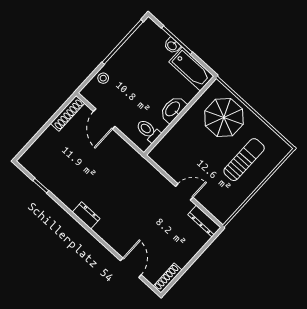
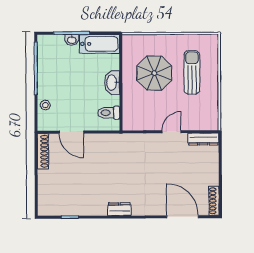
parasol: (224, 117) -> (154, 73), moved
door: (131, 268) -> (183, 217), width x1.36

